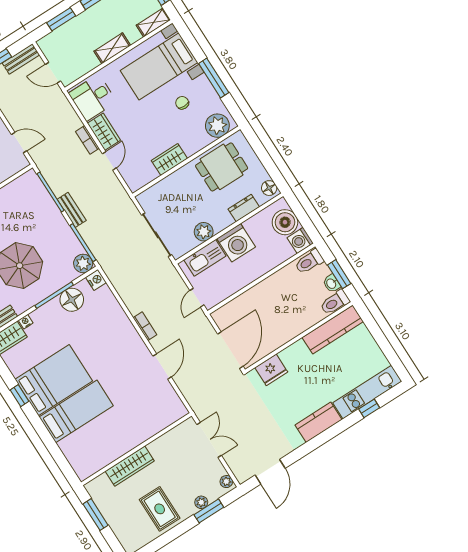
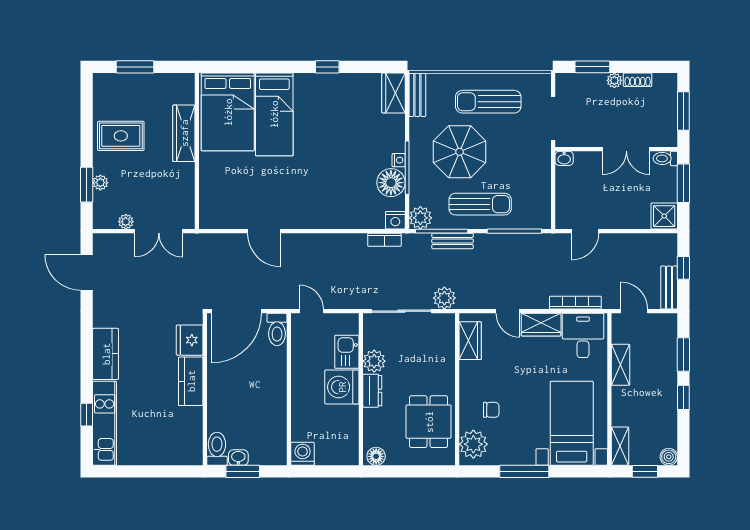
shelving: (112, 48) -> (620, 365), moved
door: (53, 73) -> (634, 311), hinge flipped
chair: (182, 103) -> (491, 410), moved
bookcase: (87, 140) -> (575, 303), moved, width x1.56
wardrobe: (169, 159) -> (470, 341), moved
dresser: (244, 208) -> (372, 391), moved
bench: (72, 210) -> (453, 241), moved
plant: (128, 211) -> (444, 298), added
boiler: (285, 222) -> (331, 450), removed
sun lounger: (47, 228) -> (480, 204), added
kitchen sink: (205, 258) -> (347, 352), width x0.73
toilet: (309, 262) -> (277, 330), moved, turned 180
nightstand: (26, 322) -> (399, 160), moved
bookcase: (145, 326) -> (384, 240), moved
kitchen counter: (333, 329) -> (191, 381), moved, width x0.67
door: (230, 350) -> (236, 311), hinge flipped
bed: (54, 380) -> (228, 112), moved
plant: (226, 482) -> (126, 222), moved
window: (96, 515) -> (135, 67), moved

